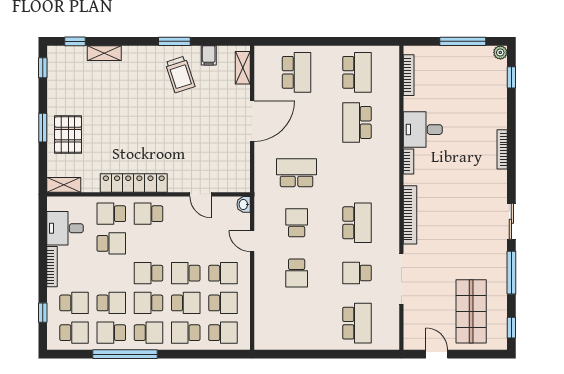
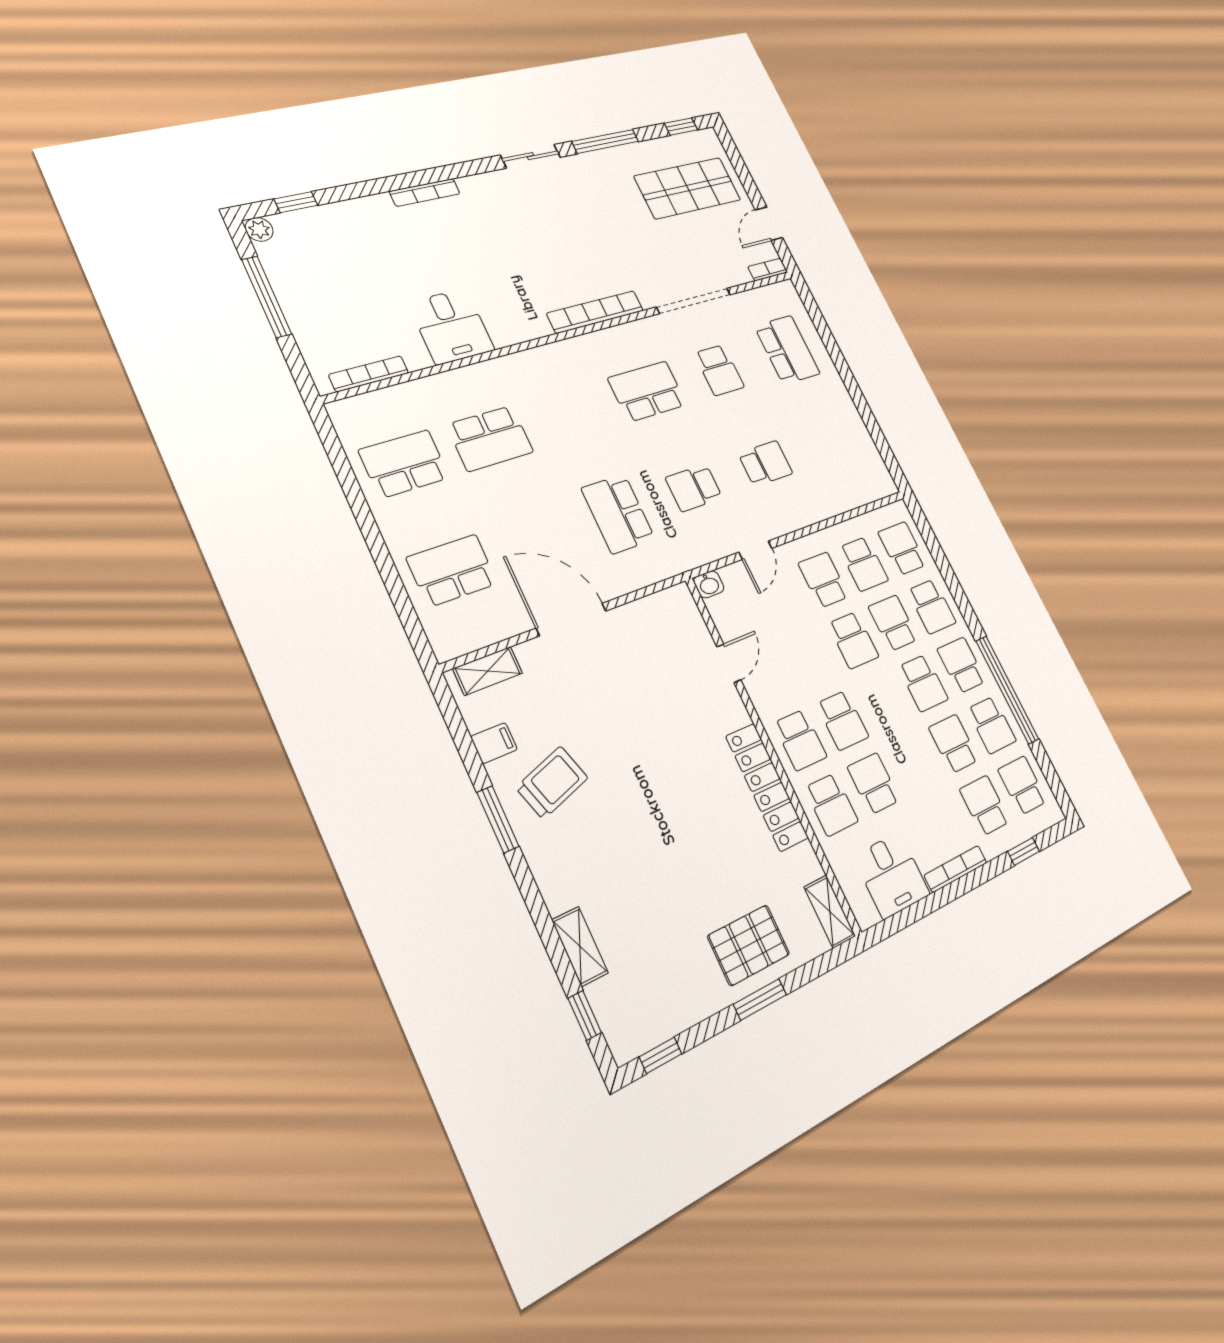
bookcase: (408, 161) -> (768, 270), moved
school desk: (148, 273) -> (843, 720), moved
school desk: (223, 303) -> (864, 564), turned 180
school desk: (357, 323) -> (787, 350), turned 90

